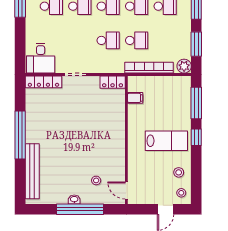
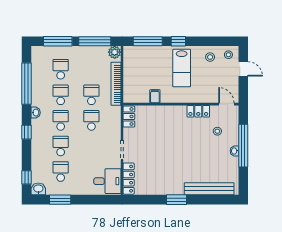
window: (196, 44) -> (95, 41), width x1.44
filing cabinet: (135, 98) -> (155, 96), moved
window: (20, 135) -> (177, 200), width x0.47
lab bench: (166, 141) -> (182, 68), turned 180
locker: (118, 159) -> (198, 111), added
door: (126, 191) -> (226, 104), swing flipped

